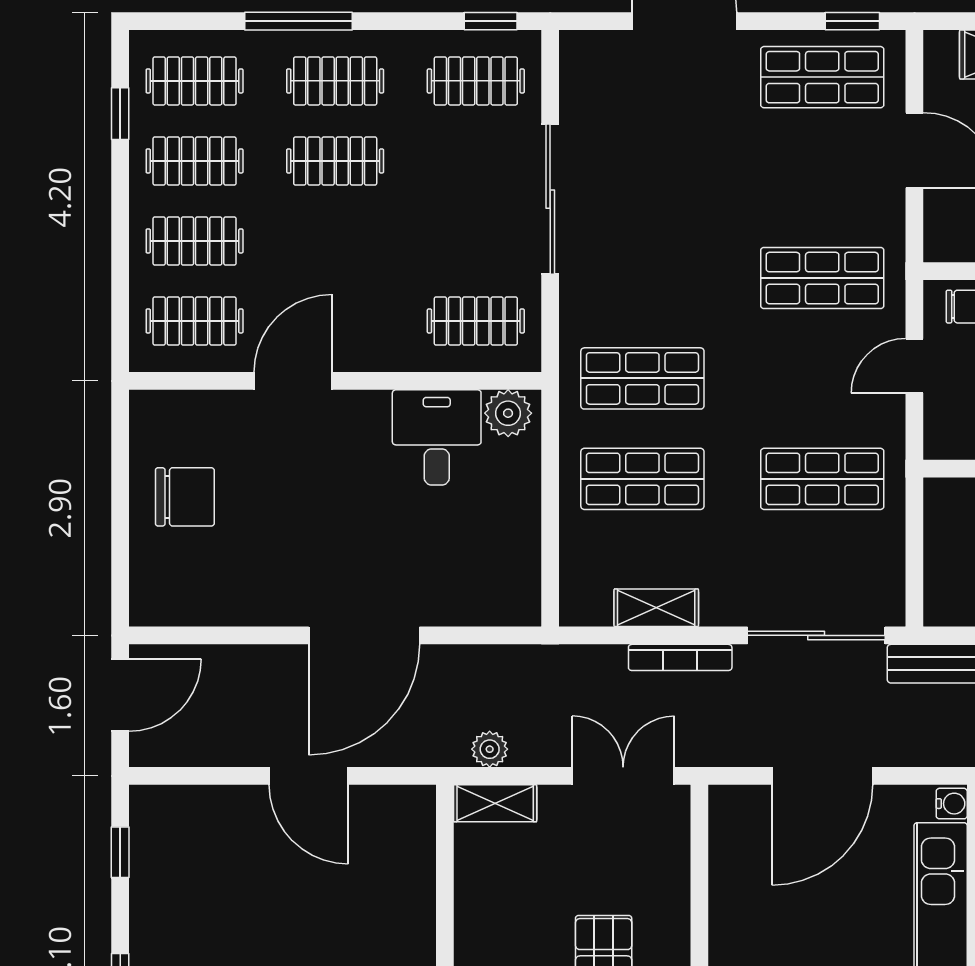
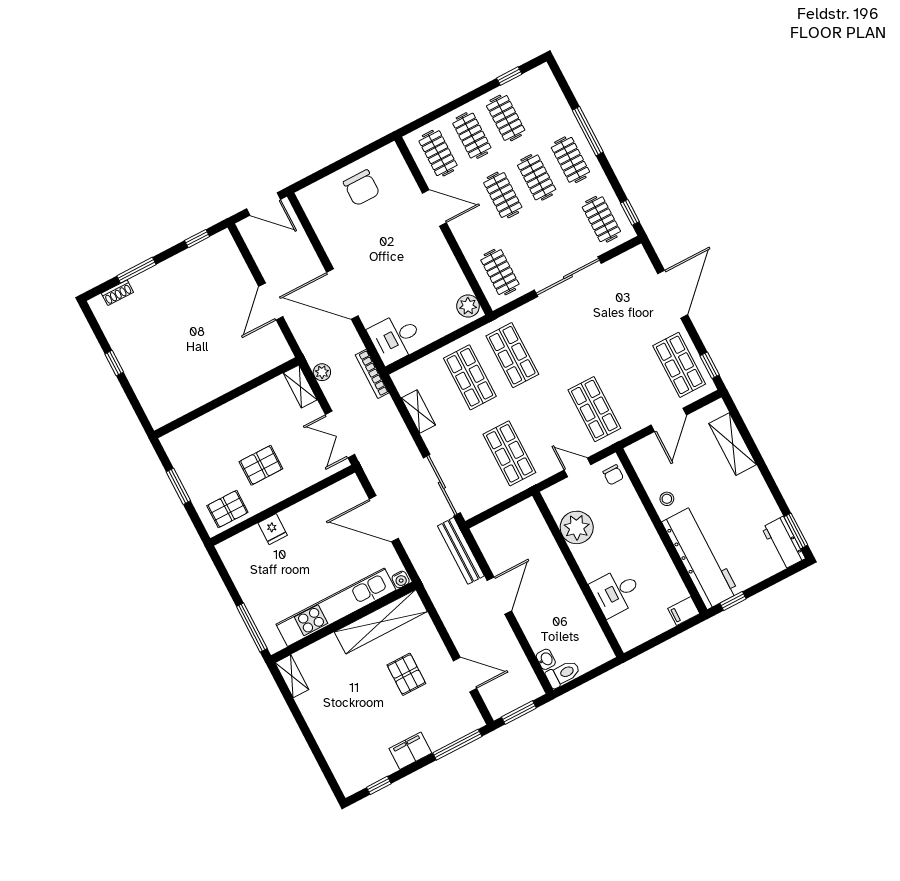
clothes rail: (195, 81) -> (503, 195), moved
desk: (437, 437) -> (396, 338), moved, turned 180
bookcase: (680, 657) -> (372, 374), moved
double door: (623, 776) -> (340, 435), swing flipped

